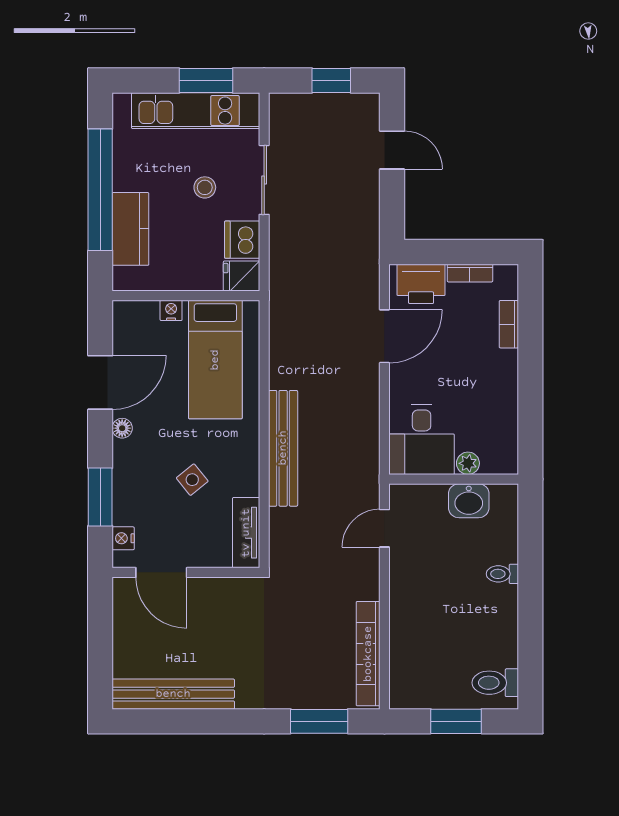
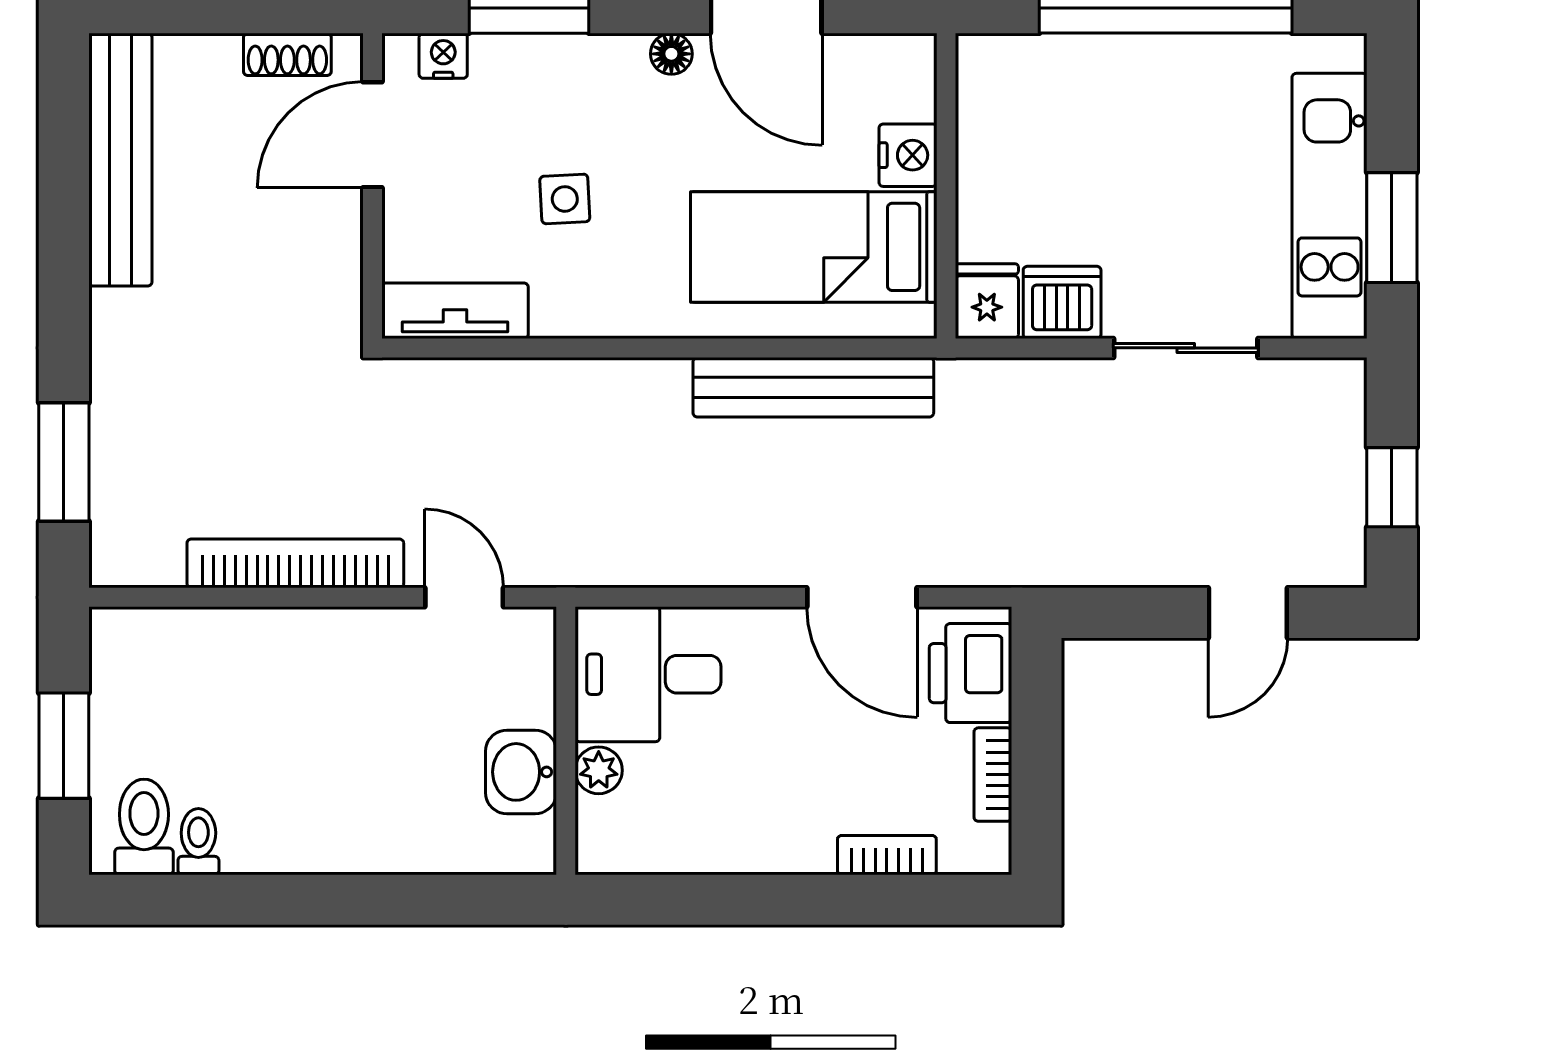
stool: (205, 187) -> (1170, 225), removed
kitchen counter: (130, 229) -> (1084, 71), removed
nightstand: (171, 310) -> (908, 155), width x1.39, depth x1.35
bench: (283, 448) -> (813, 387), moved
side table: (192, 480) -> (565, 199), turned 36
toilet: (502, 574) -> (198, 842), moved
shoe rack: (122, 613) -> (287, 54), added
bookcase: (368, 654) -> (295, 563), moved

